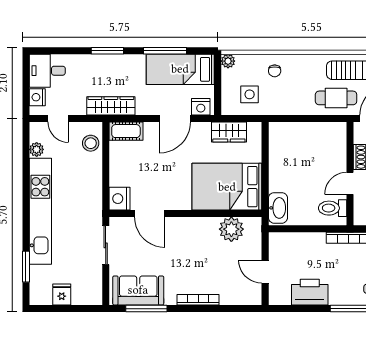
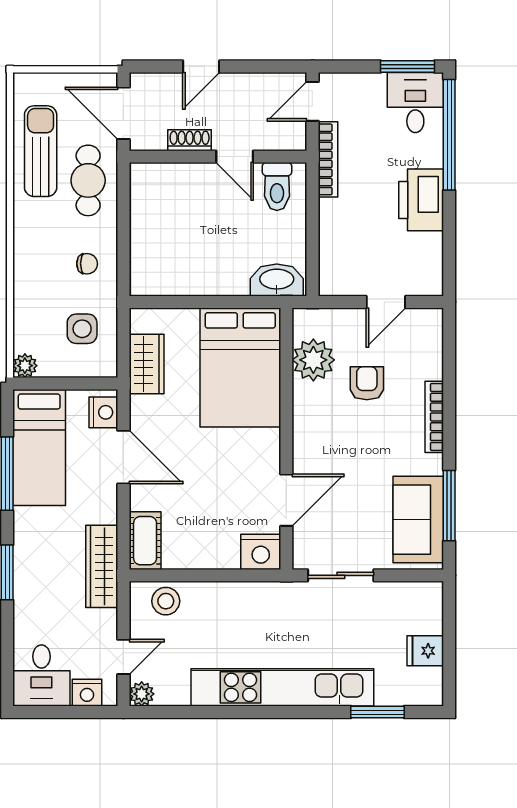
chair: (275, 71) -> (87, 264), moved
plant: (37, 149) -> (142, 694), moved
armchair: (218, 260) -> (367, 383), added
printer: (310, 292) -> (421, 200), moved

